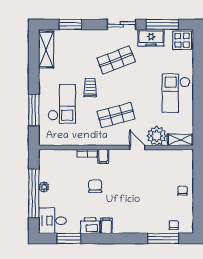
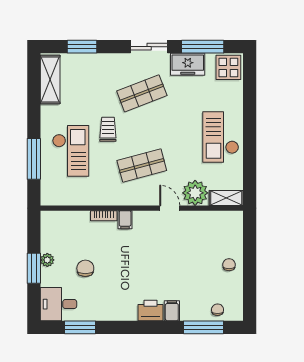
chair: (95, 186) -> (85, 268), moved
window: (34, 193) -> (34, 268), width x0.47
printer: (90, 226) -> (151, 310), moved
filing cabinet: (106, 226) -> (172, 311), moved

